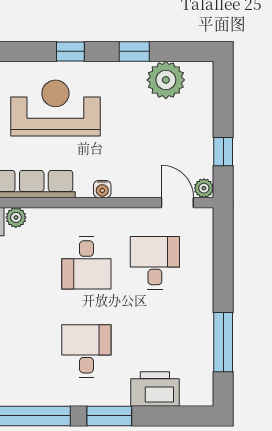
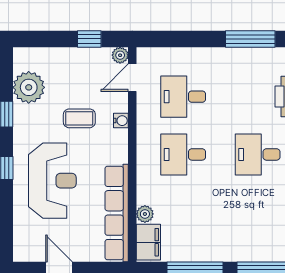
reception desk: (55, 108) -> (52, 181), turned 180
coffee table: (129, 140) -> (79, 118), added
water cooler: (102, 189) -> (121, 121), moved
desk: (86, 263) -> (183, 154), turned 180

